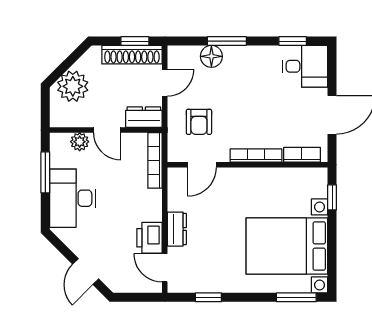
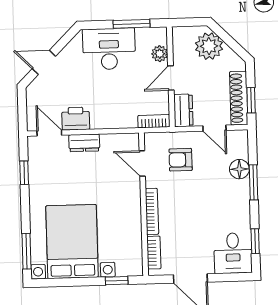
bookcase: (155, 160) -> (154, 121), width x0.64
door: (165, 268) -> (49, 133), hinge flipped

